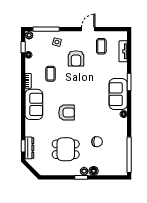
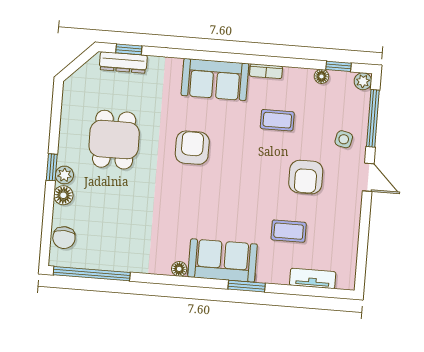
door: (88, 29) -> (368, 177), moved
coffee table: (101, 46) -> (289, 231), moved
armchair: (76, 58) -> (306, 177), turned -90
armchair: (67, 113) -> (192, 148), turned 180
chair: (97, 142) -> (64, 238), moved

